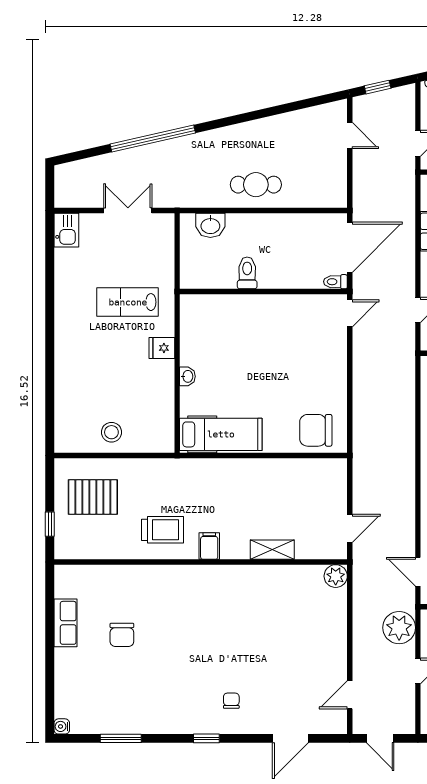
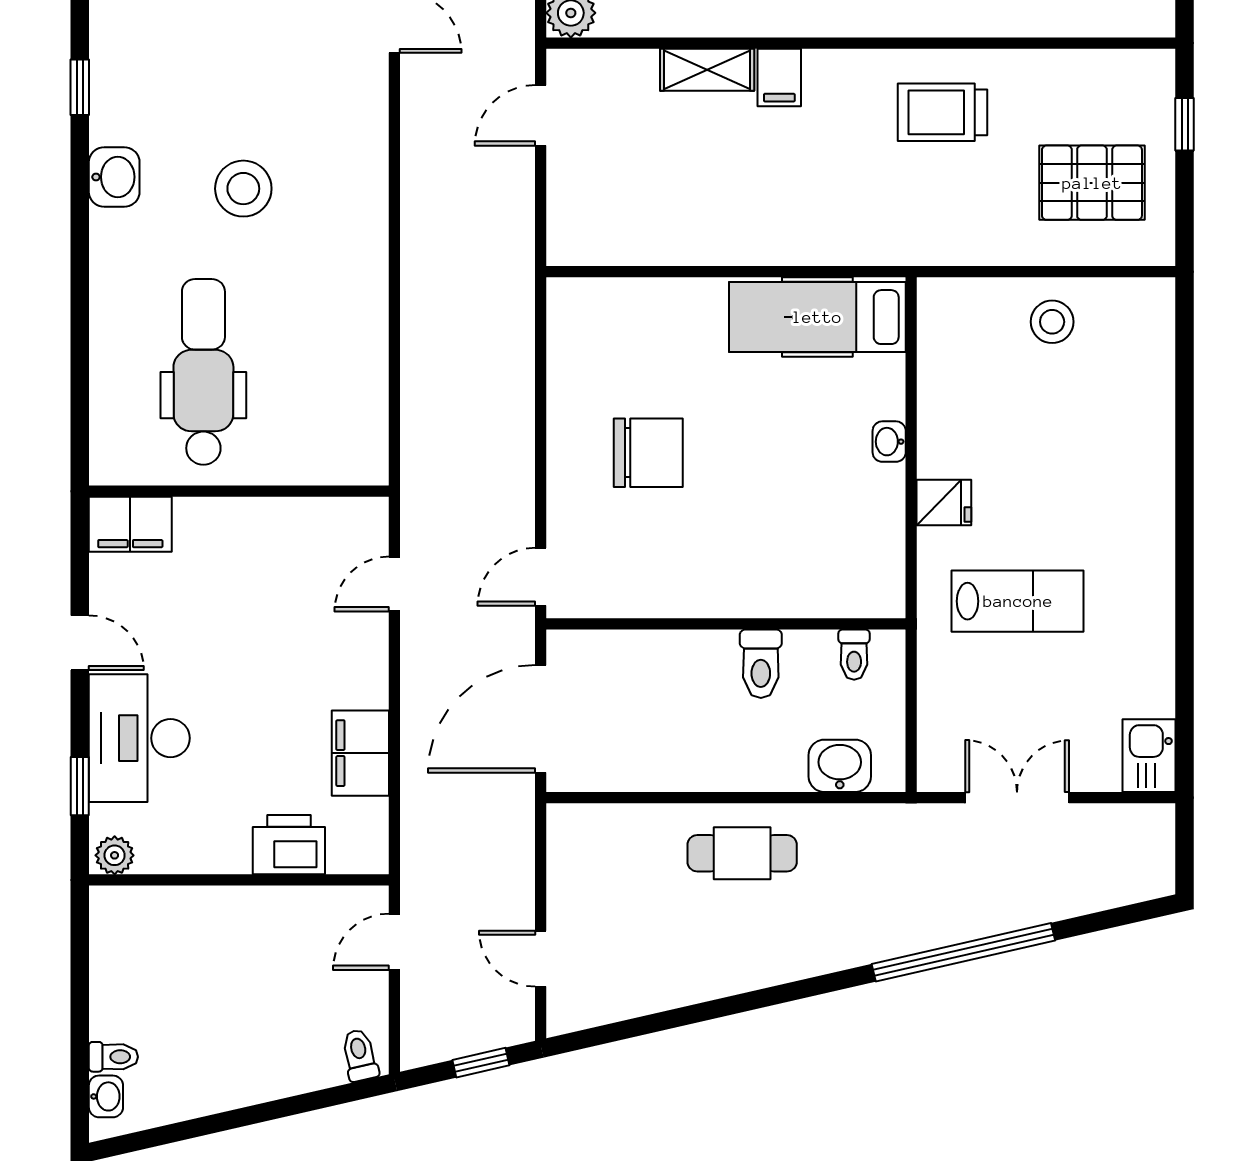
double door: (128, 211) -> (1017, 798), swing flipped
toilet: (335, 282) -> (854, 655), moved, turned 90
chair: (316, 430) -> (648, 453), moved
filing cabinet: (209, 546) -> (779, 77), moved

